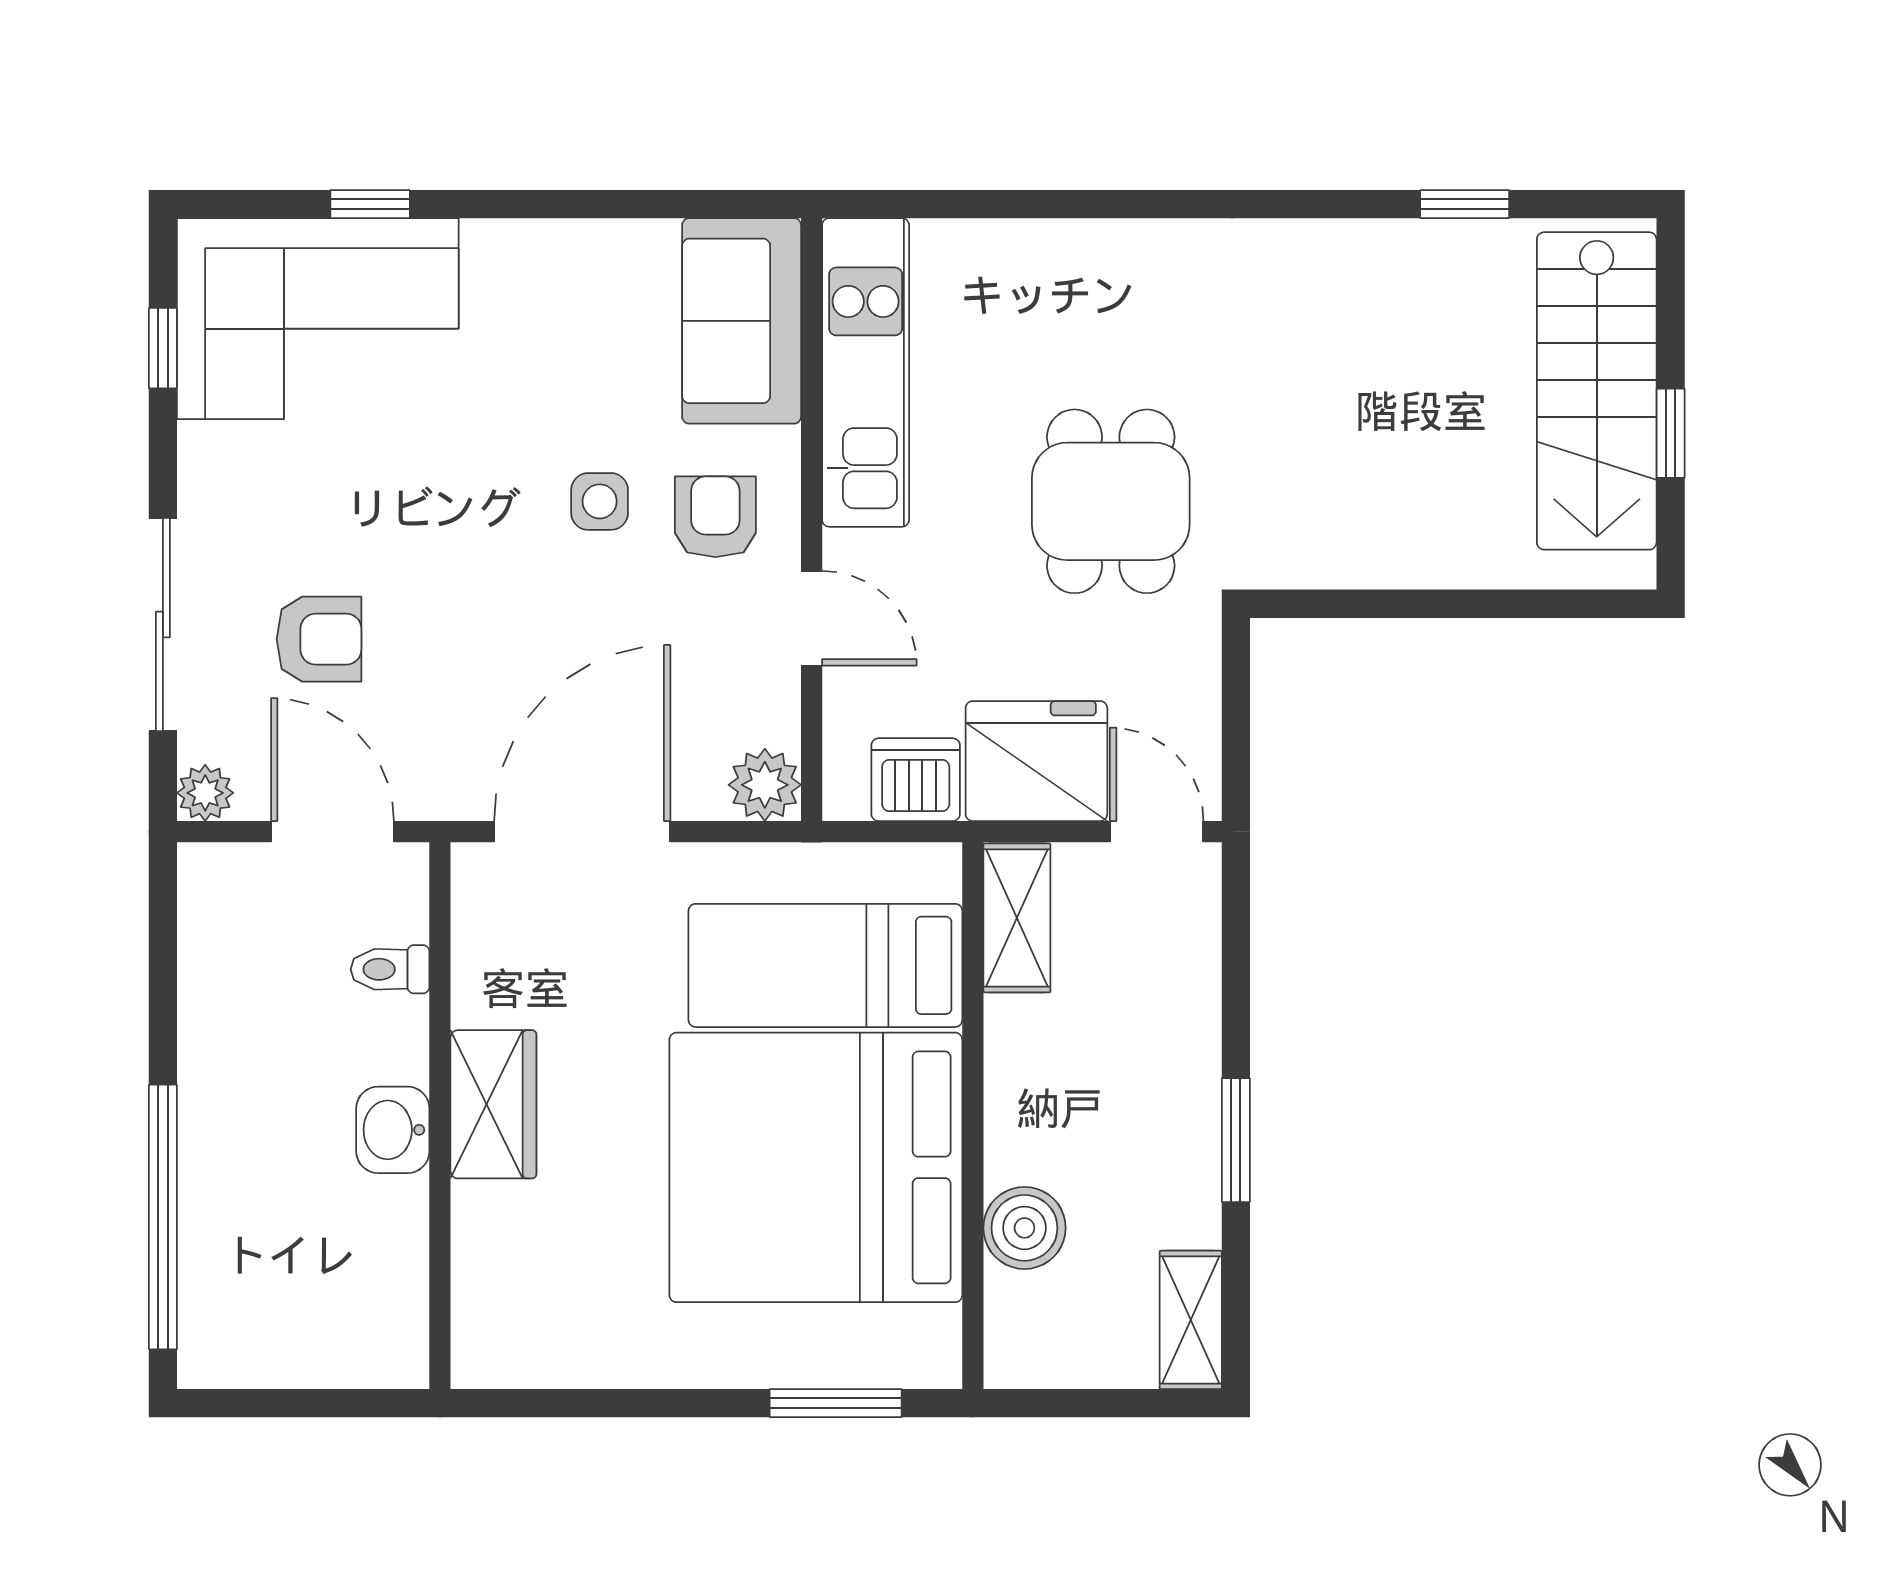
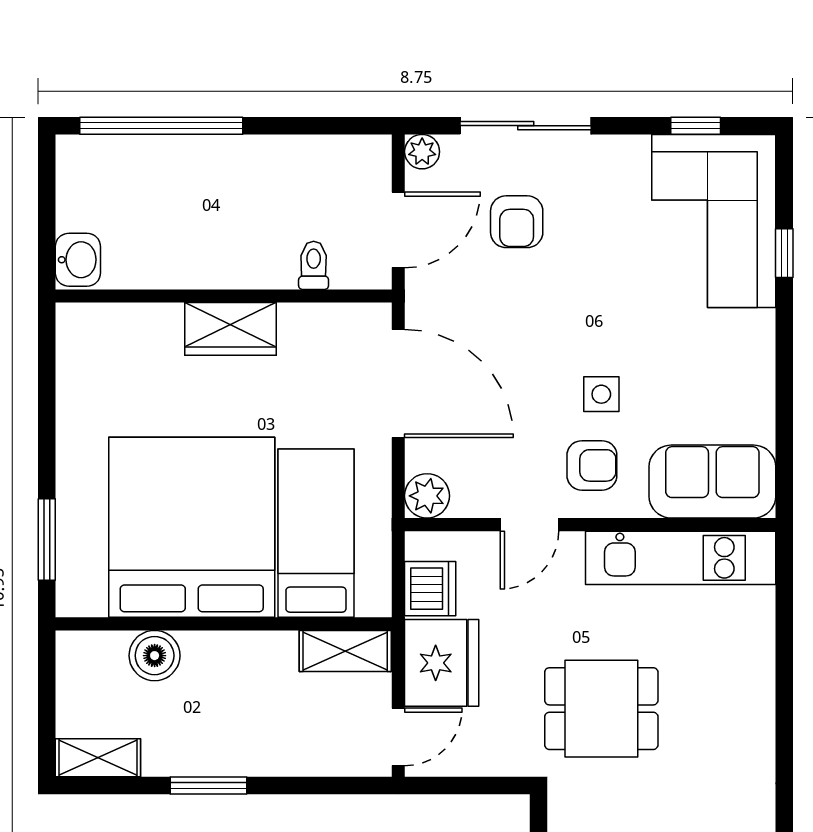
washbasin: (393, 1130) -> (78, 260), moved, turned 90

